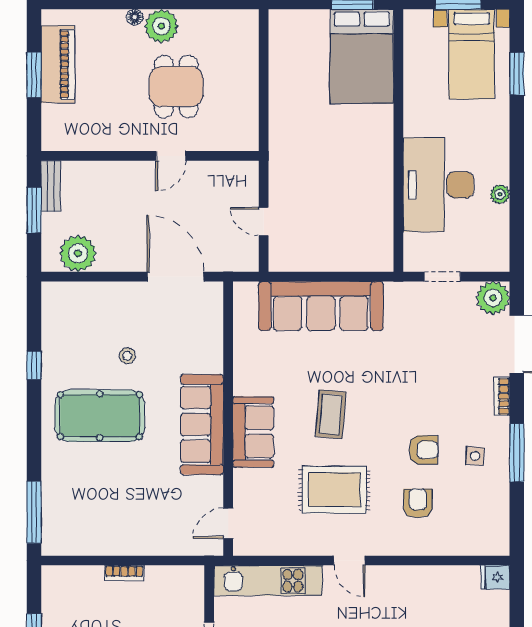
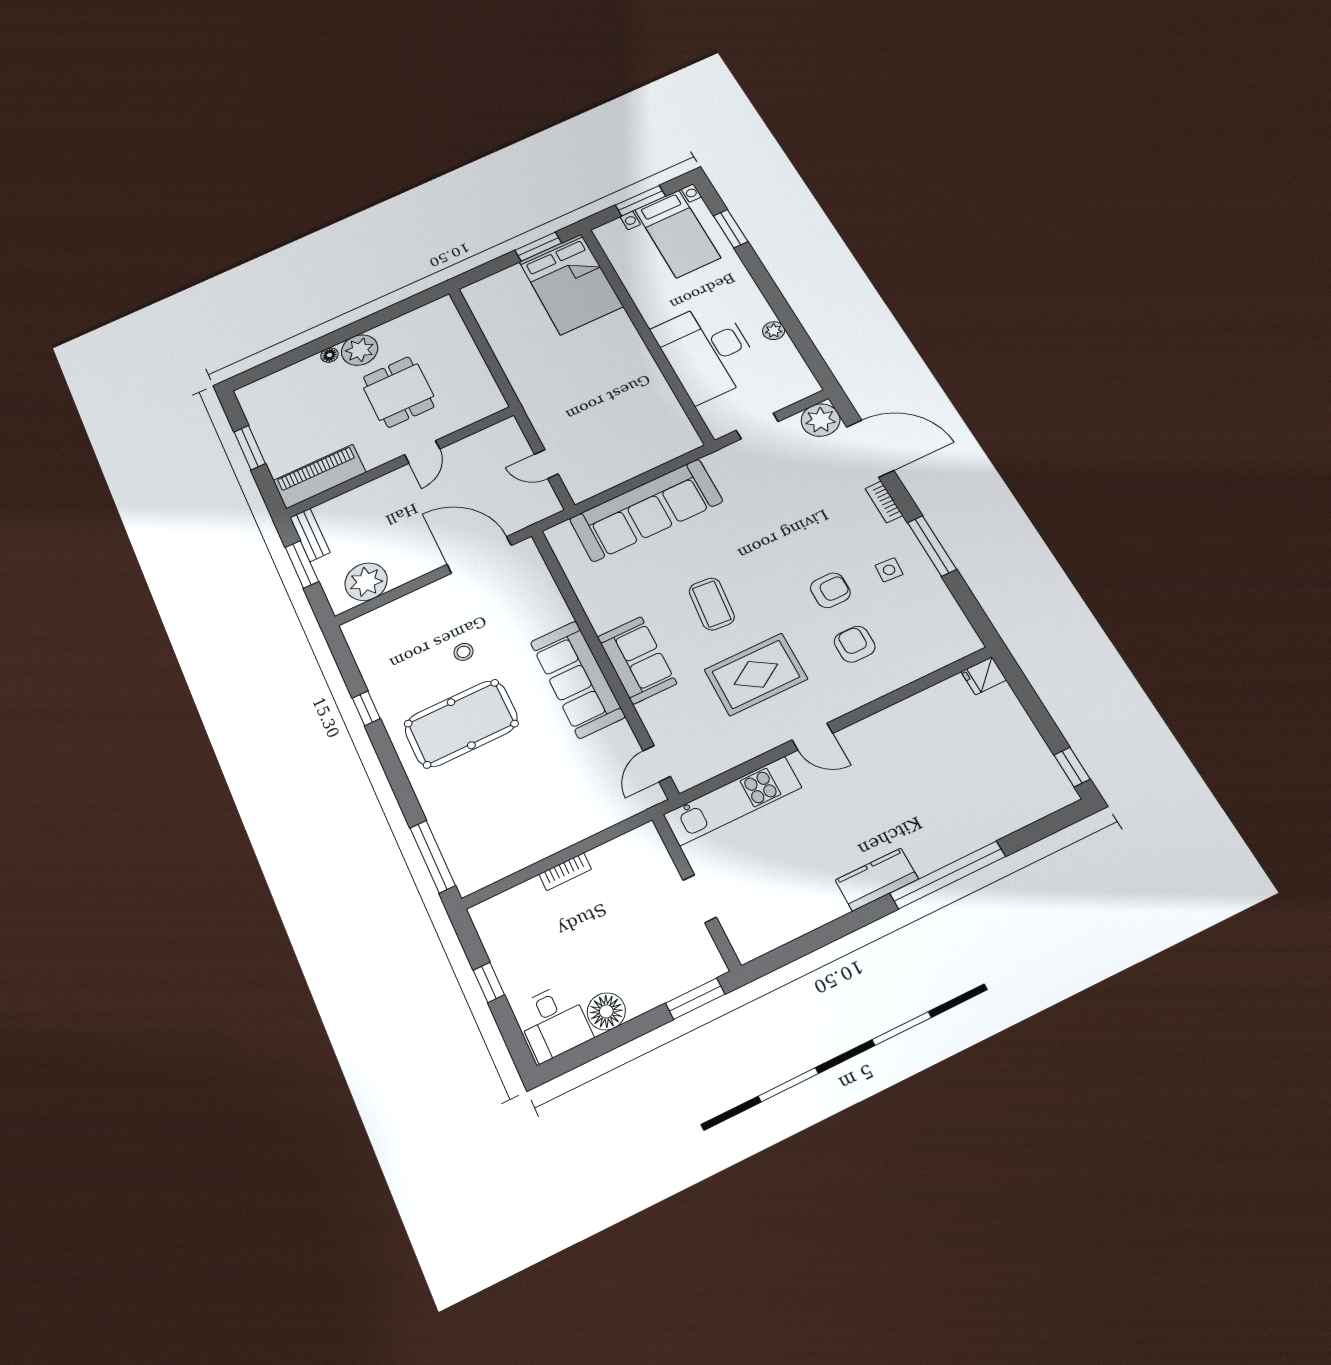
piano: (58, 64) -> (320, 476), moved, turned -90

